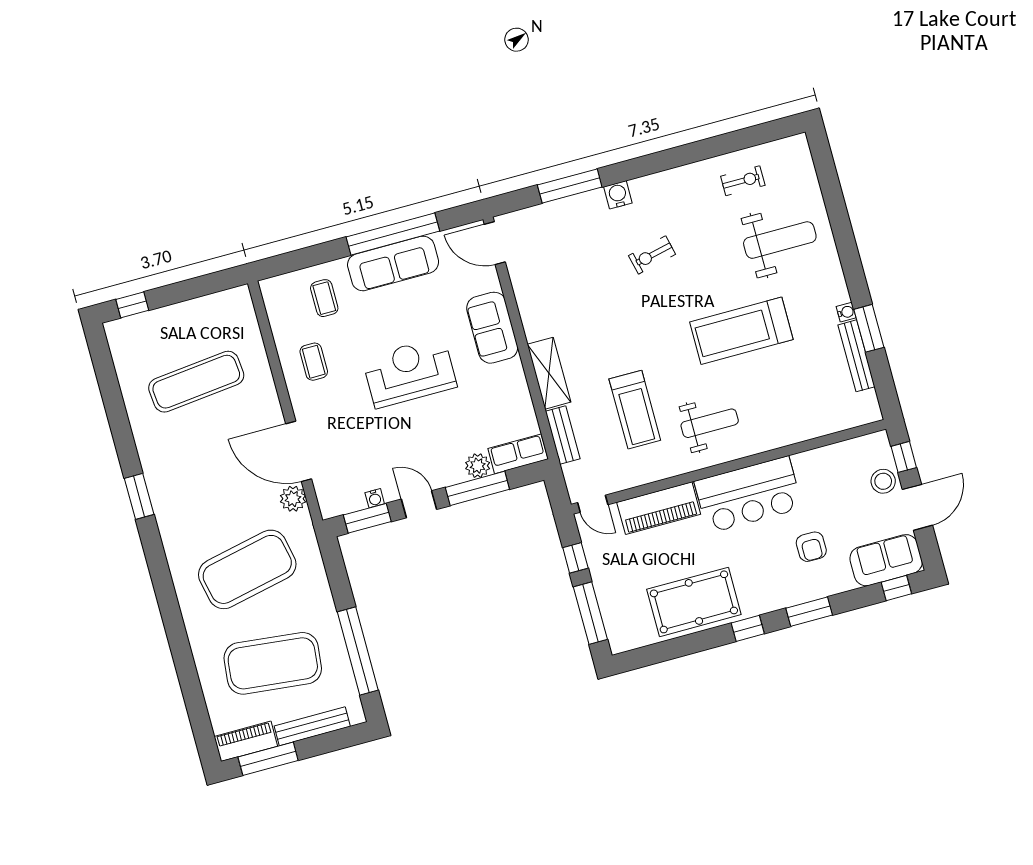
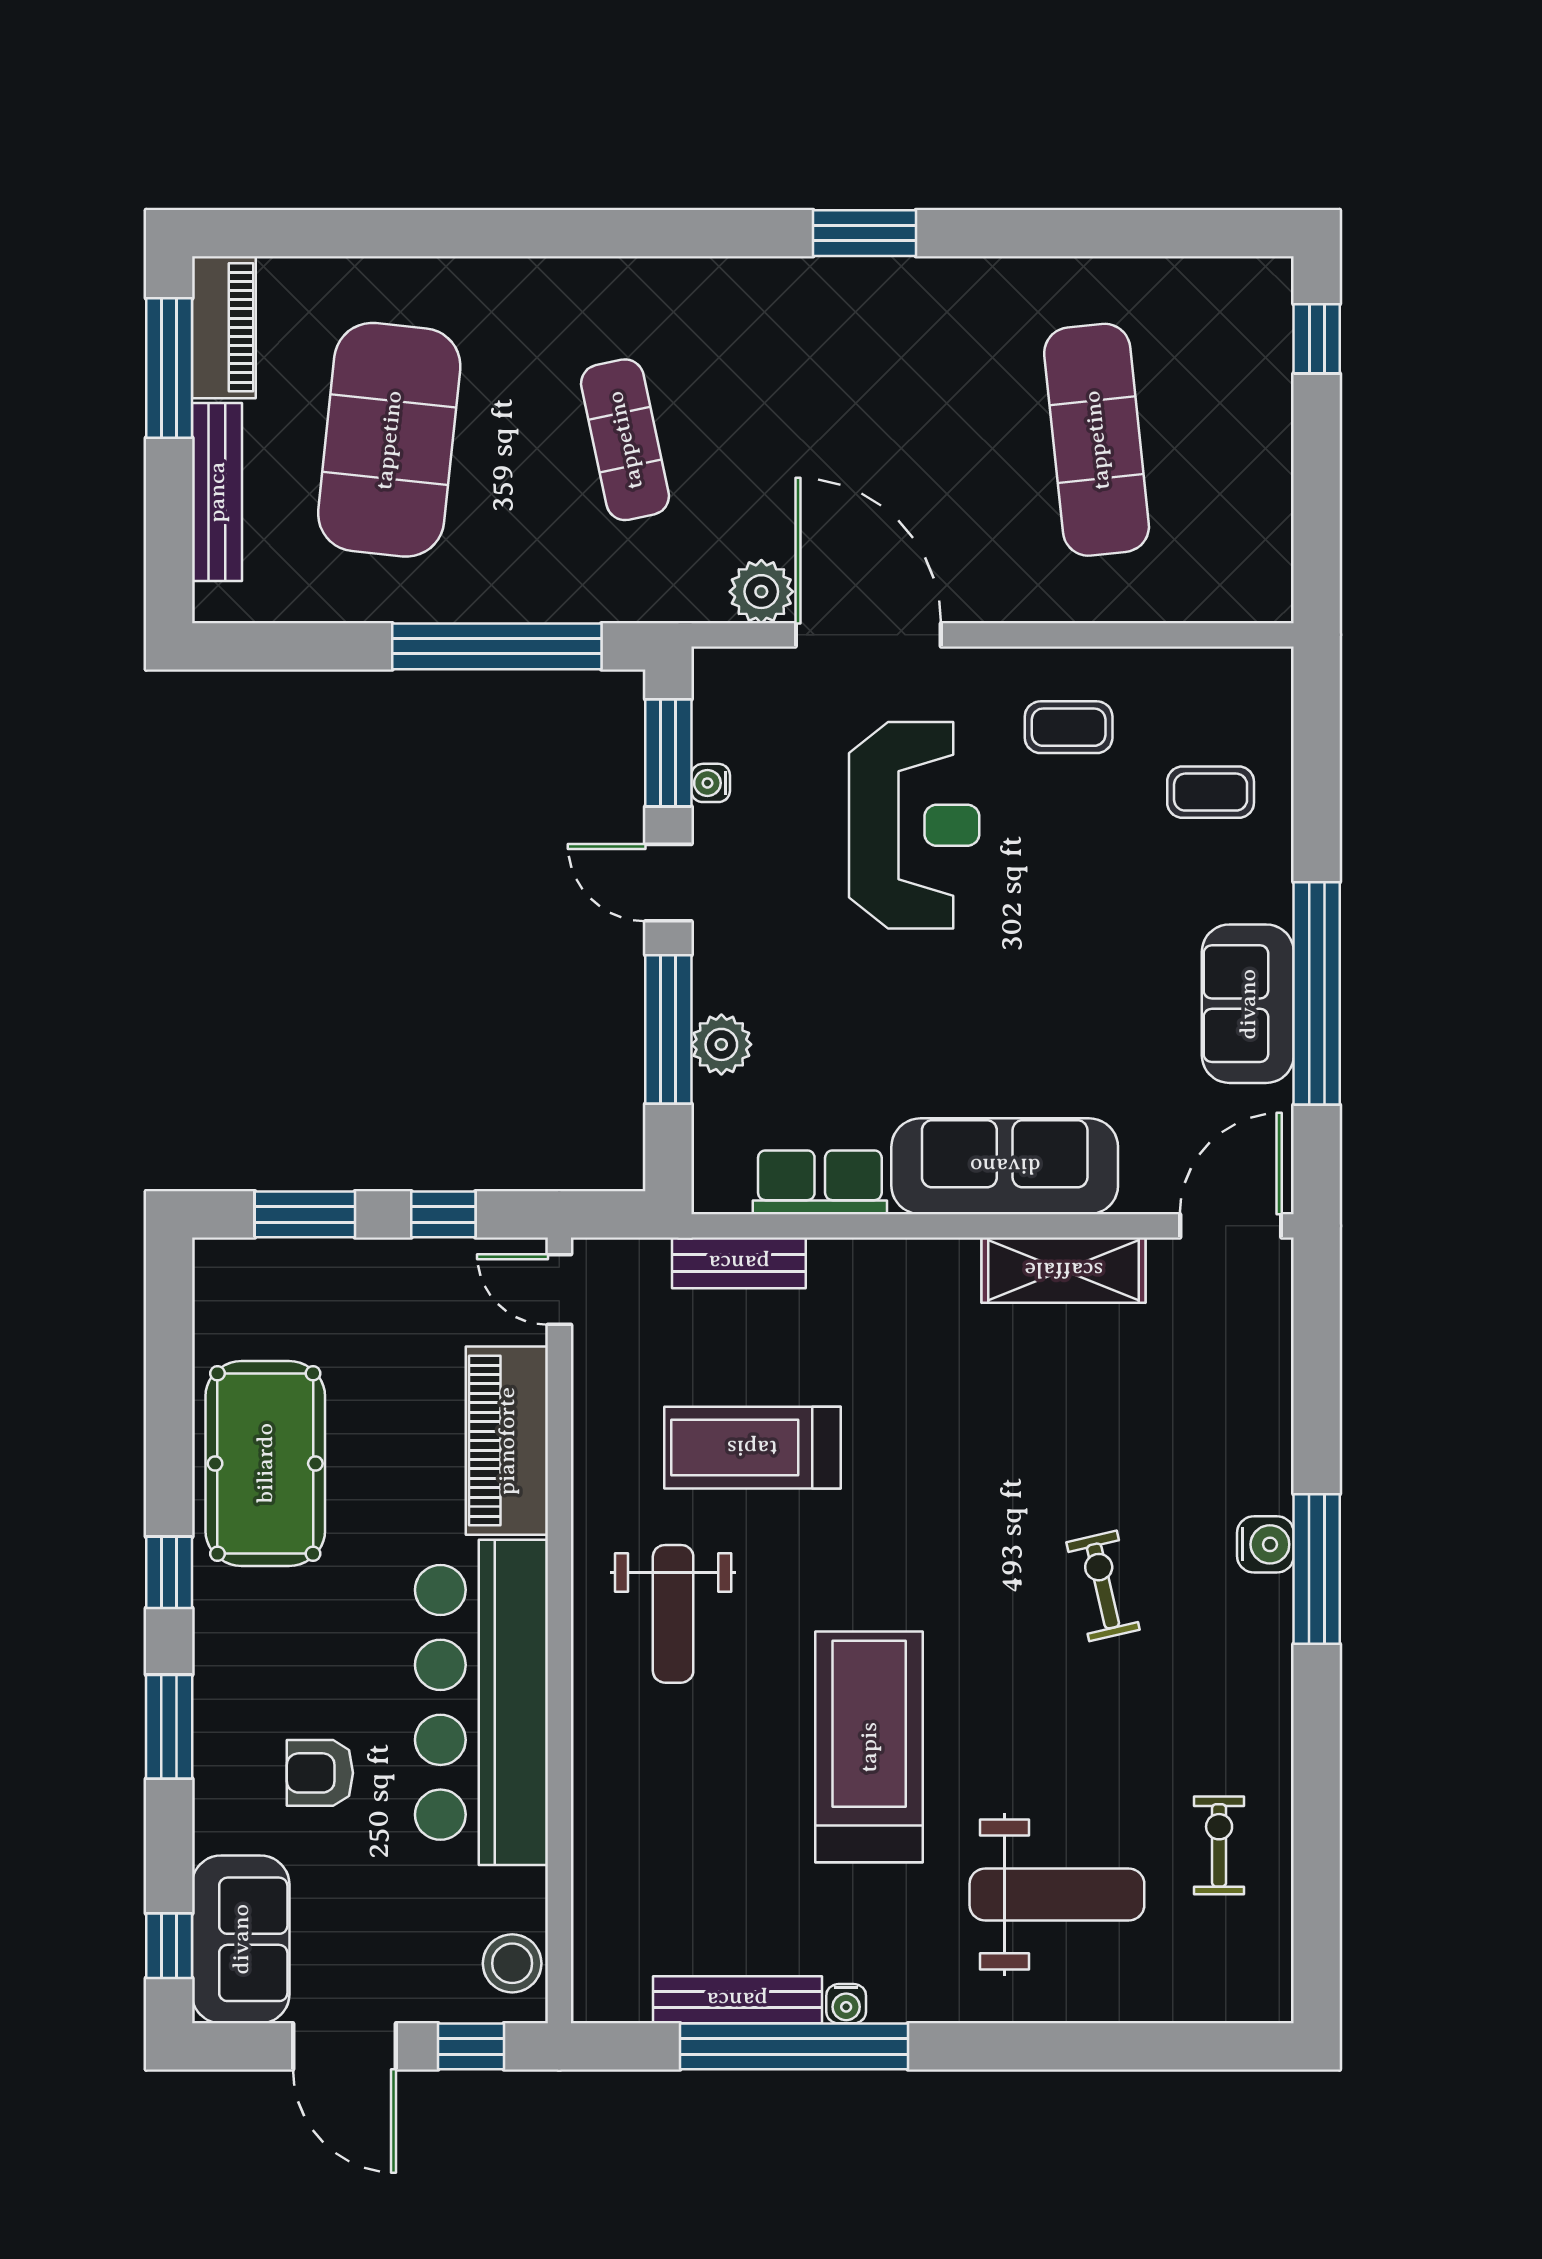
exercise bike: (743, 181) -> (1219, 1845), turned 180
window: (570, 186) -> (1317, 1569), moved
weight bench: (780, 240) -> (1057, 1894), turned -90
sofa: (393, 263) -> (1248, 1004), width x0.73
sofa: (492, 328) -> (1005, 1166), width x1.36
window: (869, 328) -> (794, 2046), width x2.11
reception desk: (410, 372) -> (914, 825), moved
shelving: (549, 373) -> (1064, 1270), moved
door: (299, 451) -> (868, 635), hinge flipped
row of seats: (518, 454) -> (820, 1182), moved, turned -90
stool: (883, 481) -> (512, 1963), moved
bar counter: (748, 495) -> (481, 1702), width x1.36
door: (419, 504) -> (668, 883), swing flipped
door: (593, 504) -> (559, 1289), hinge flipped
exercise mat: (247, 569) -> (625, 440), width x0.50, depth x0.69
window: (590, 613) -> (305, 1214), width x0.69
window: (358, 651) -> (497, 646), moved

